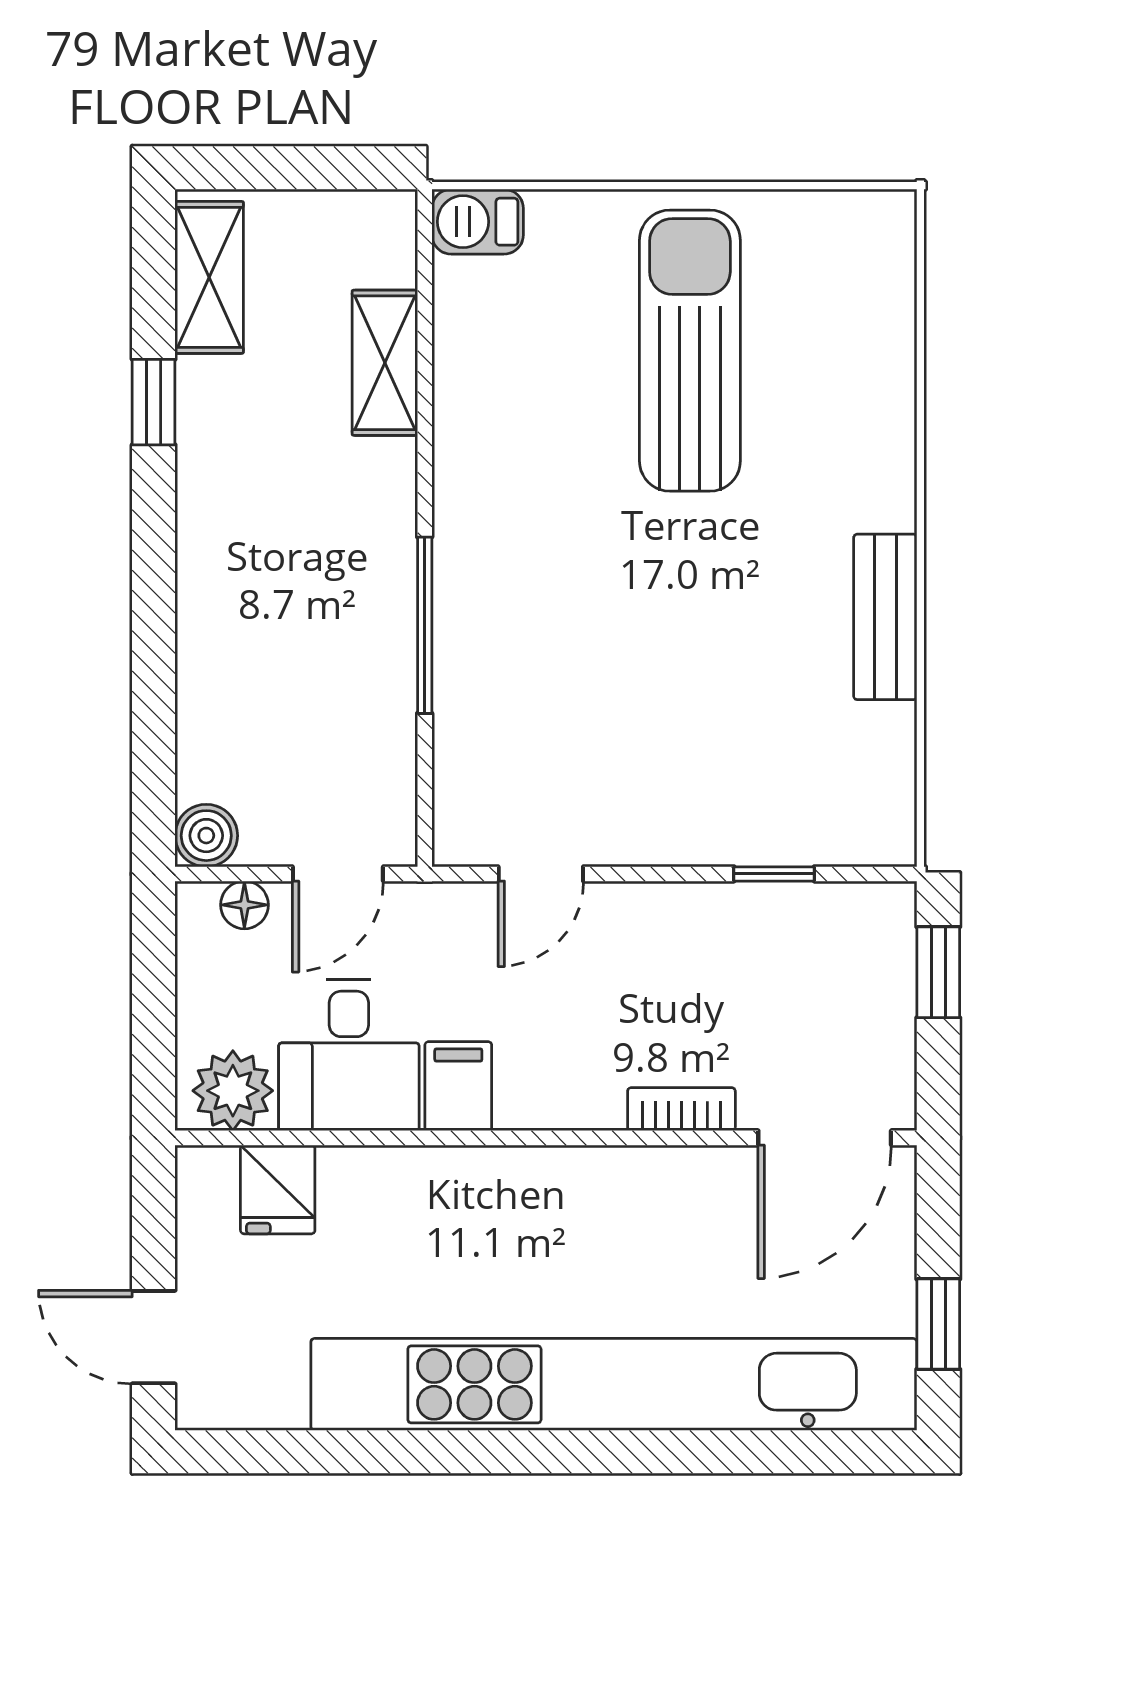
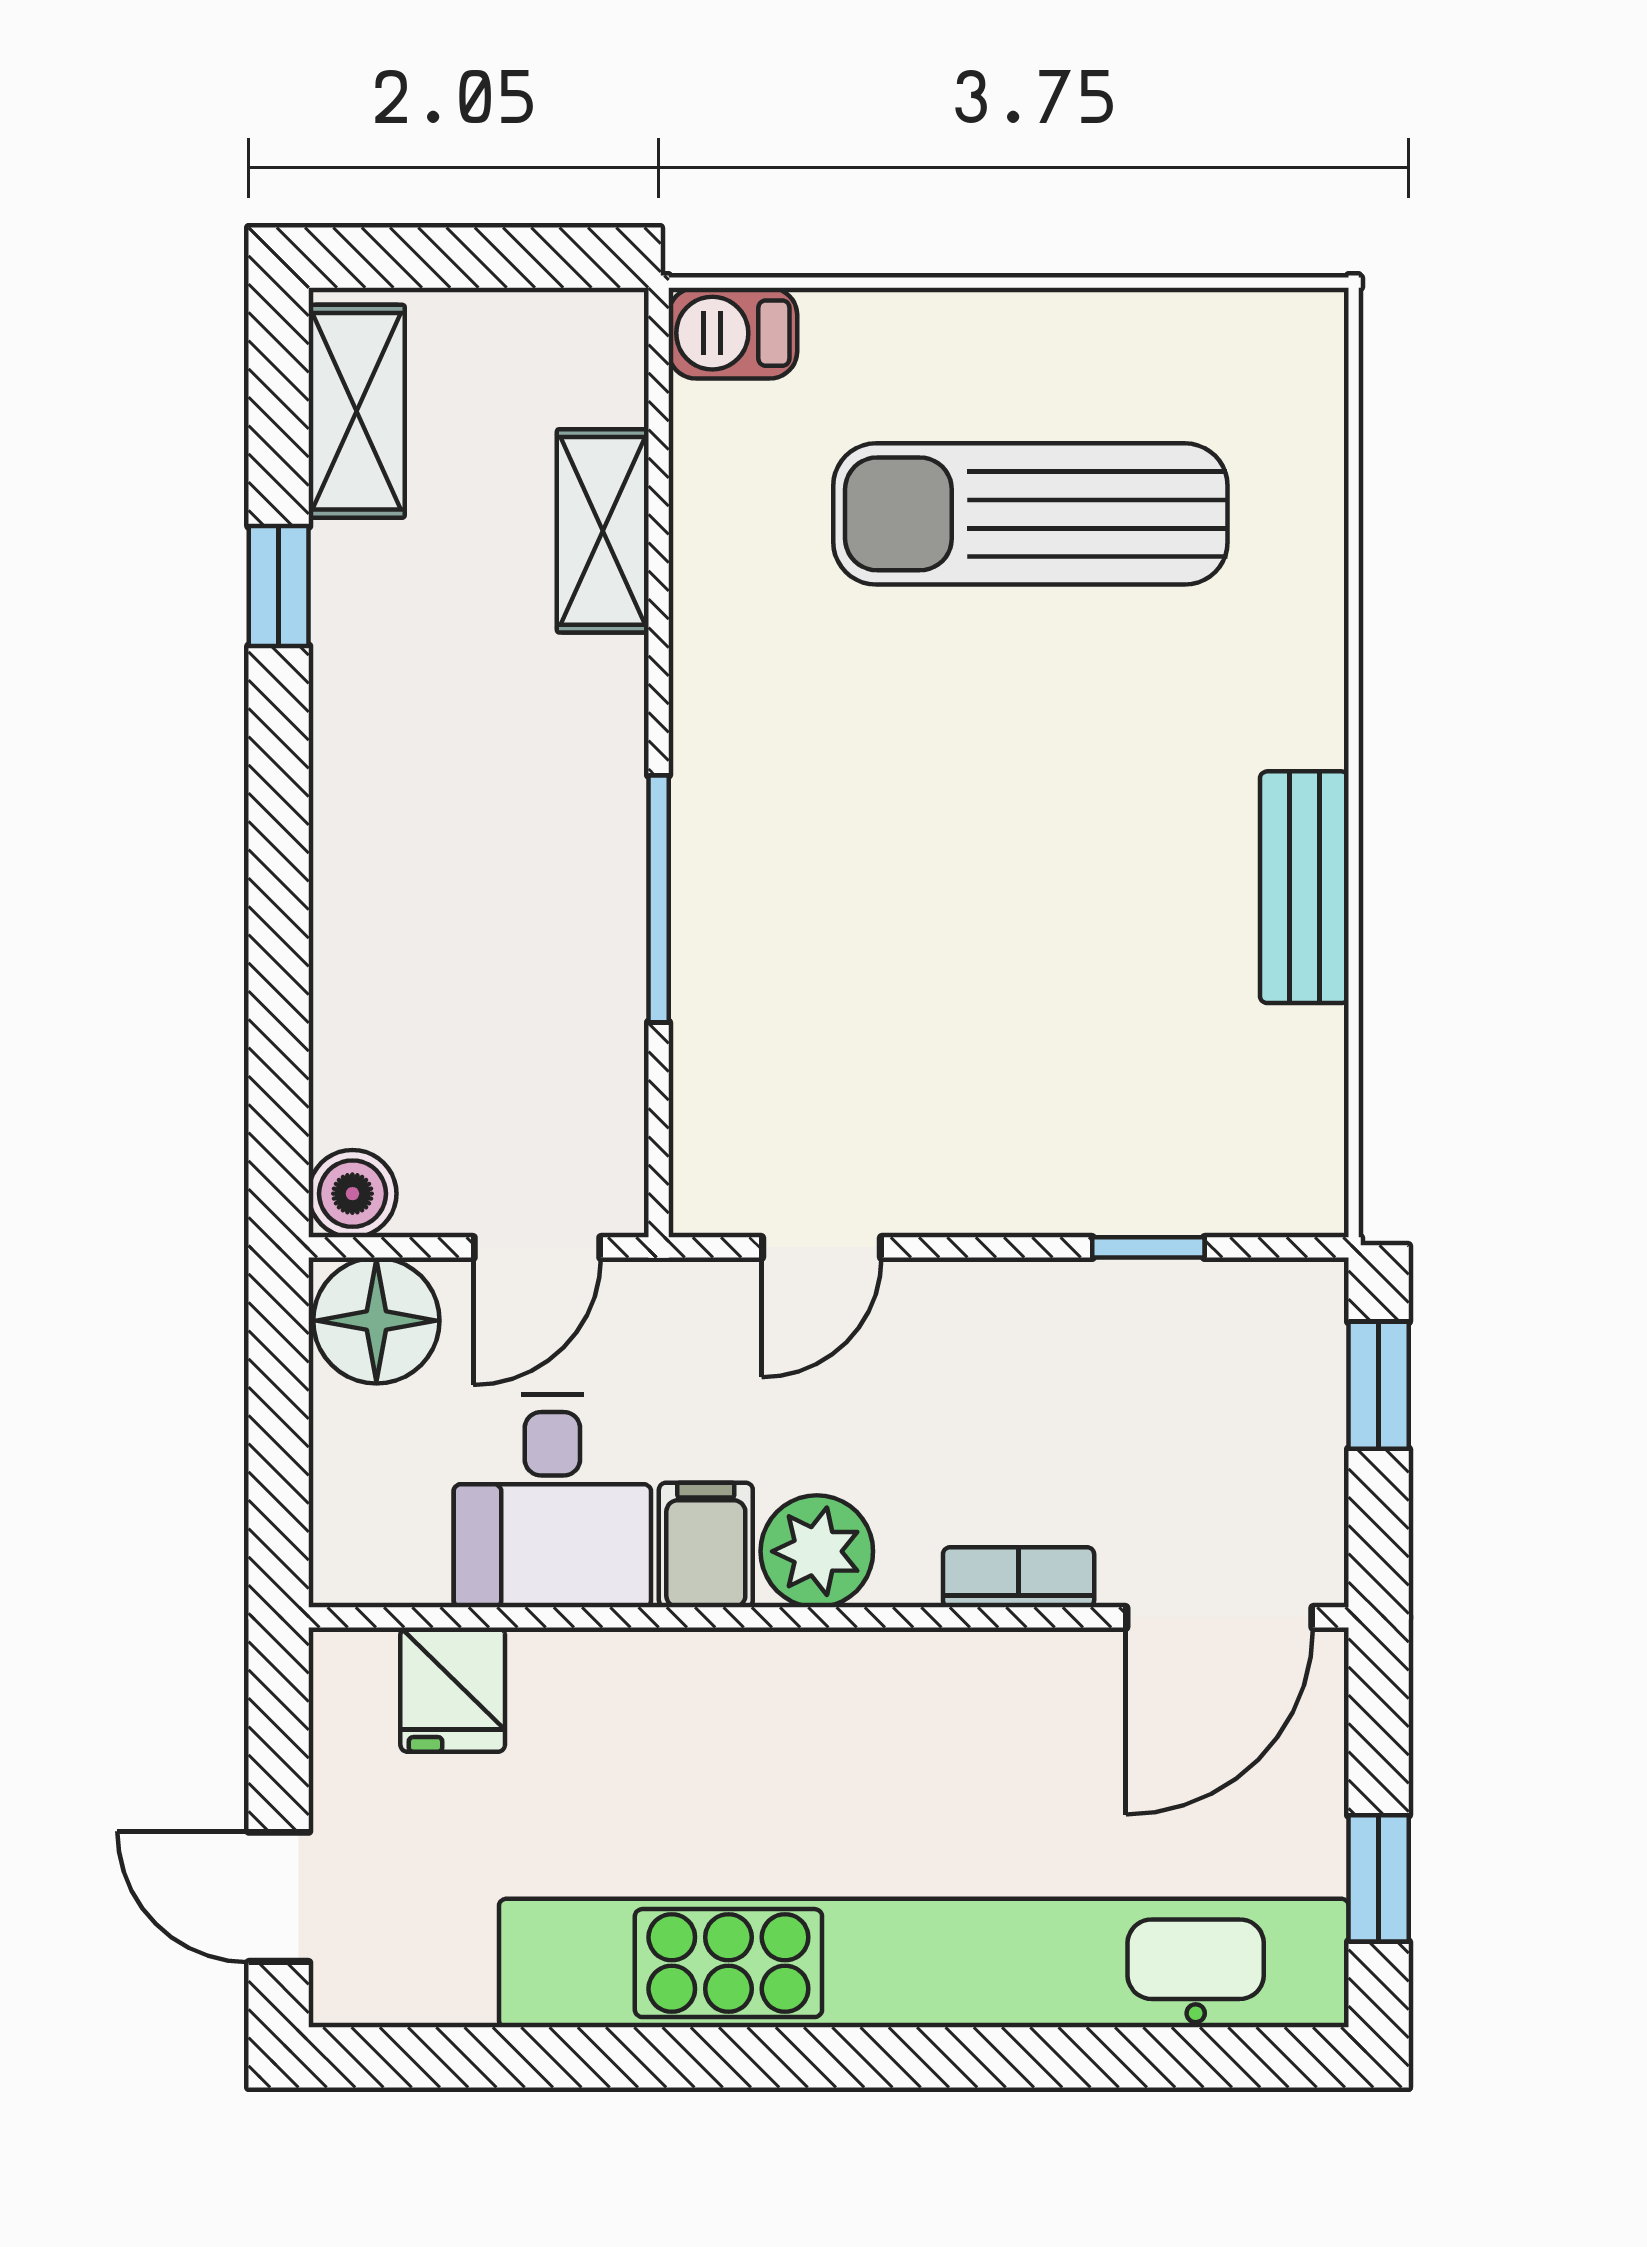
sun lounger: (690, 351) -> (1030, 514), turned -90
floor lamp: (244, 905) -> (376, 1321), width x1.89, depth x1.89
plant: (233, 1091) -> (817, 1551), moved

